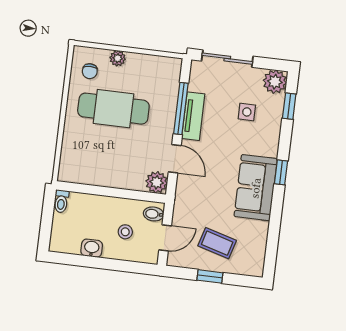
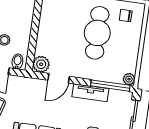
plant: (118, 58) -> (129, 79), moved
window: (181, 108) -> (110, 86), moved

